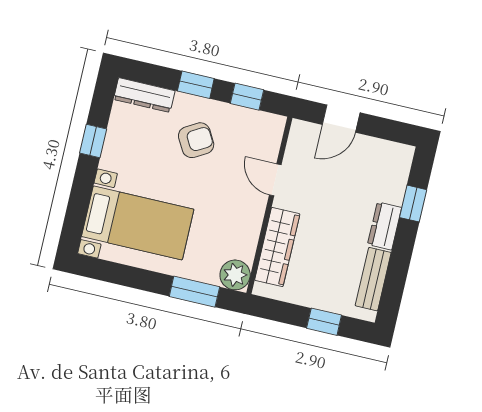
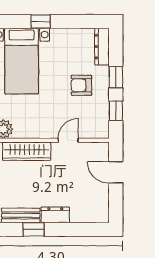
armchair: (196, 140) -> (81, 85), turned 120
window: (93, 141) -> (41, 21), moved
window: (413, 204) -> (33, 229), moved

